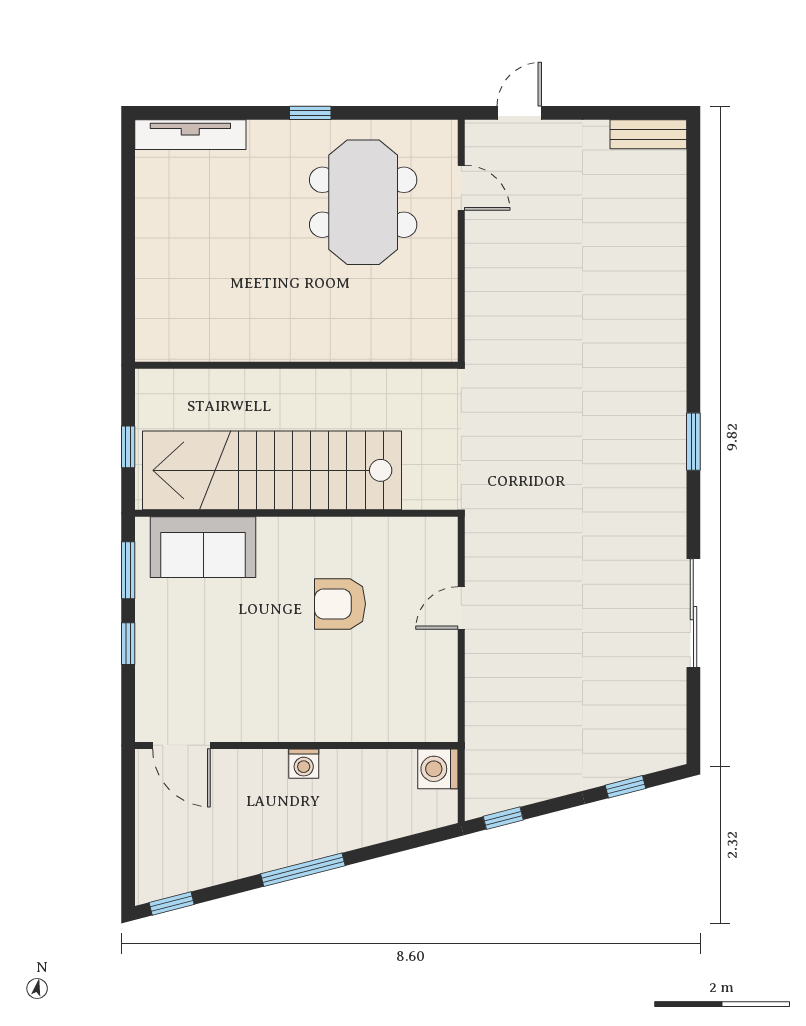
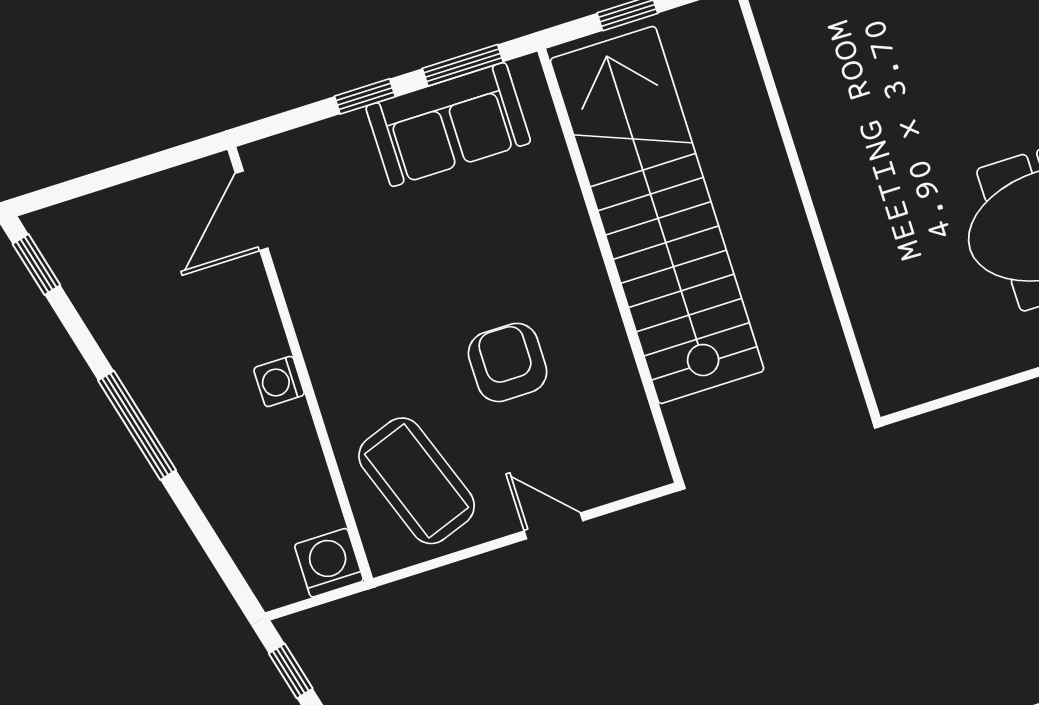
sofa: (203, 547) -> (448, 124), moved, turned -90
coffee table: (401, 691) -> (417, 481), added

